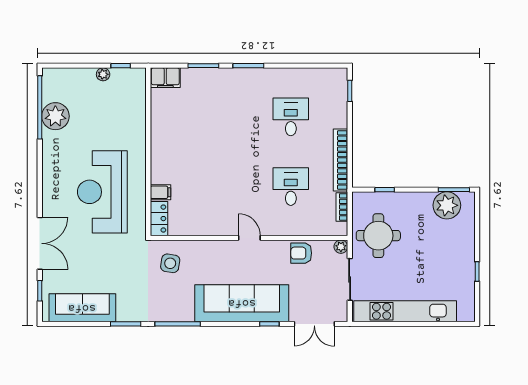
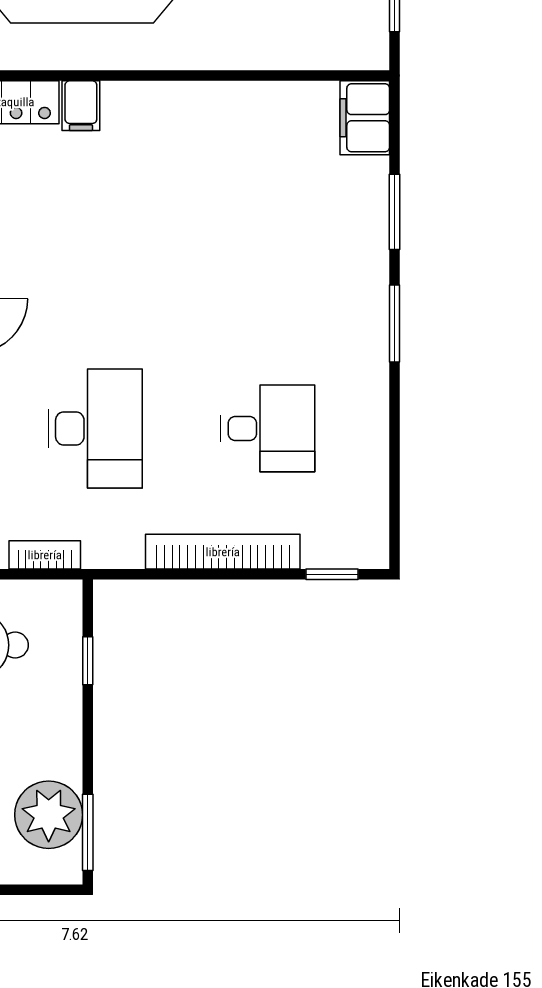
bookcase: (341, 160) -> (223, 552), moved
desk: (291, 187) -> (95, 428), width x1.37

